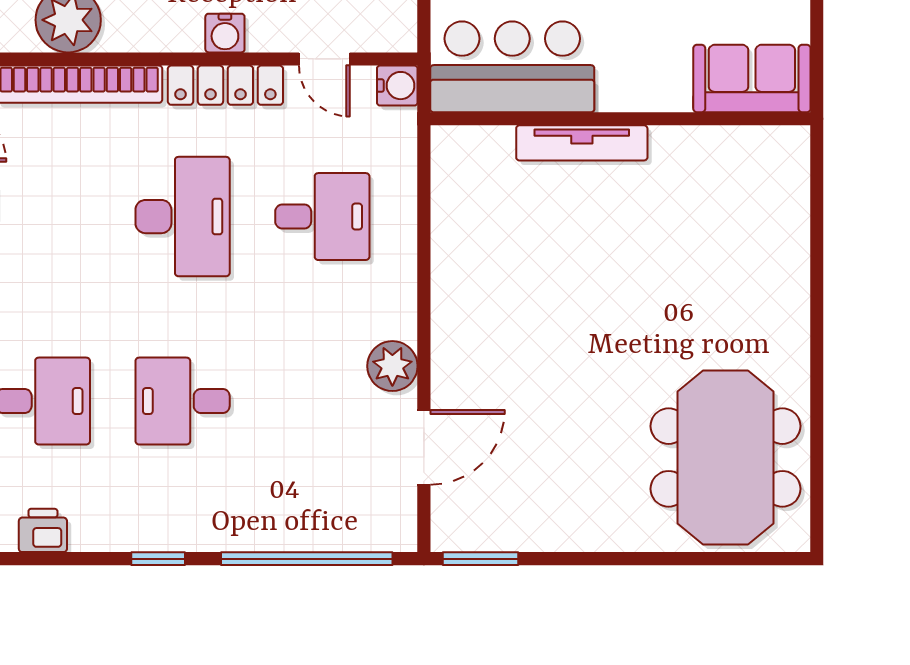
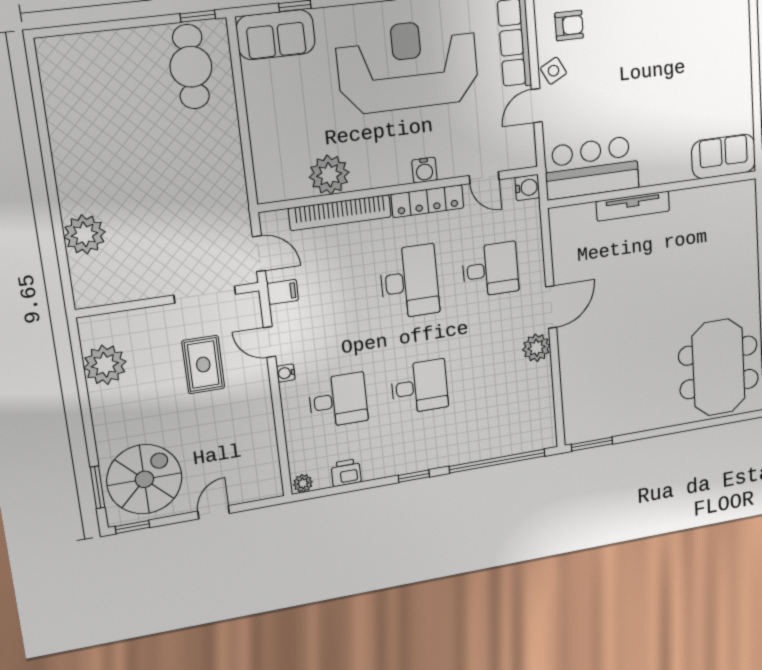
desk: (183, 401) -> (419, 387), turned 180
door: (424, 447) -> (551, 307), moved

